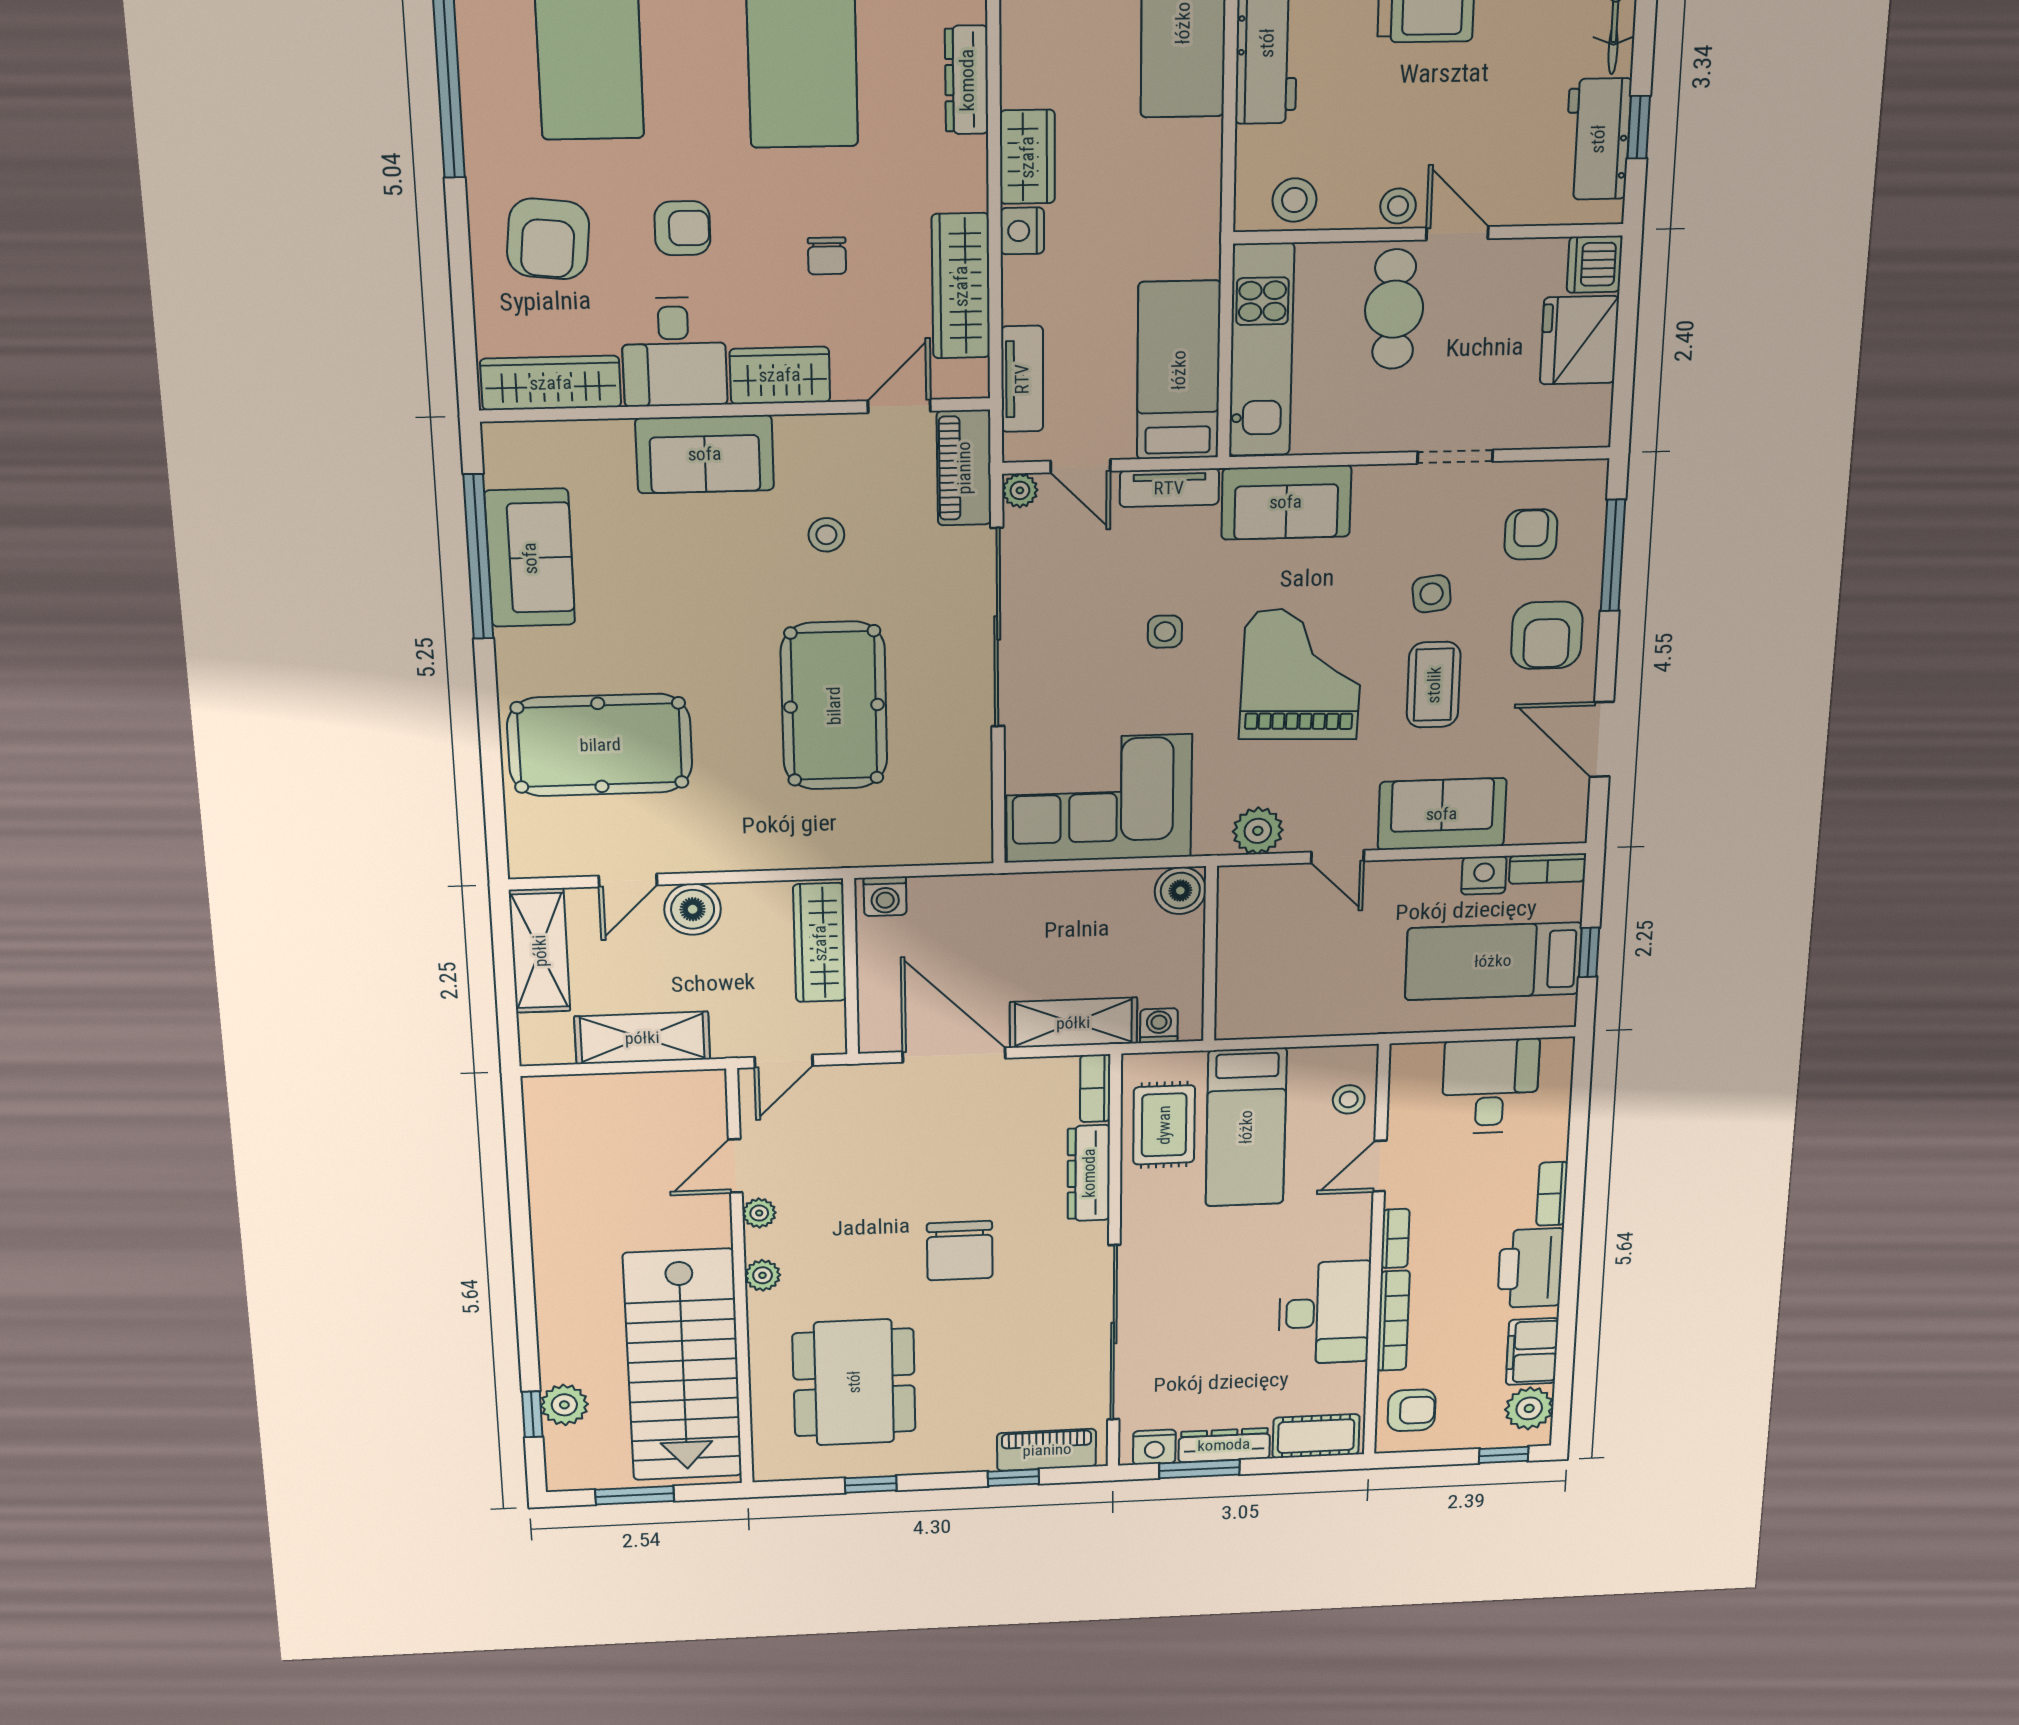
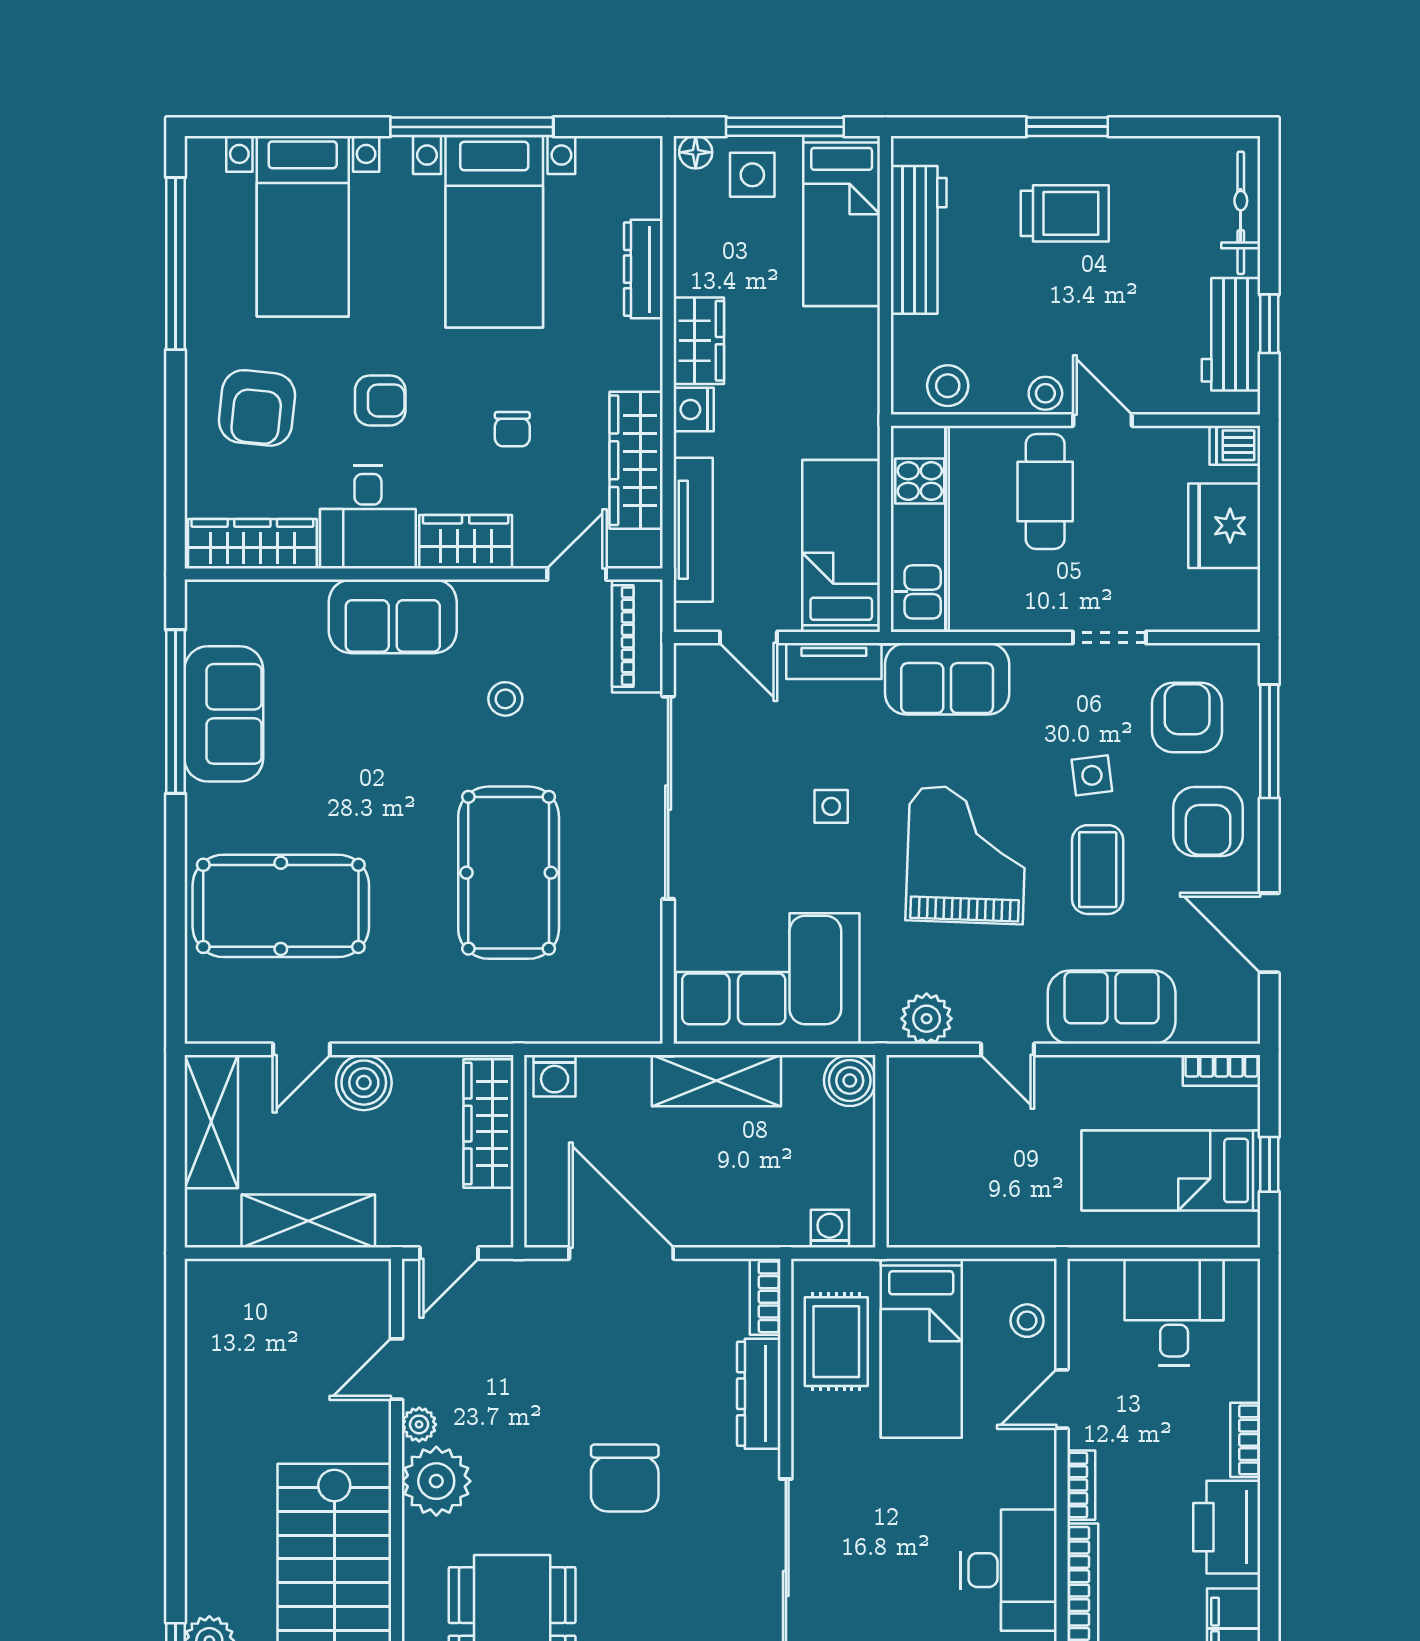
dishwasher: (1595, 264) -> (1235, 445), width x0.73
tv unit: (1022, 379) -> (693, 530), width x1.41
plant: (1020, 490) -> (690, 660), removed
armchair: (1531, 534) -> (1187, 718), width x1.38, depth x1.38
nightstand: (1484, 875) -> (1157, 1075), removed
shelving: (1073, 1023) -> (716, 1081), moved
plant: (763, 1275) -> (436, 1481), width x1.88, depth x1.88

